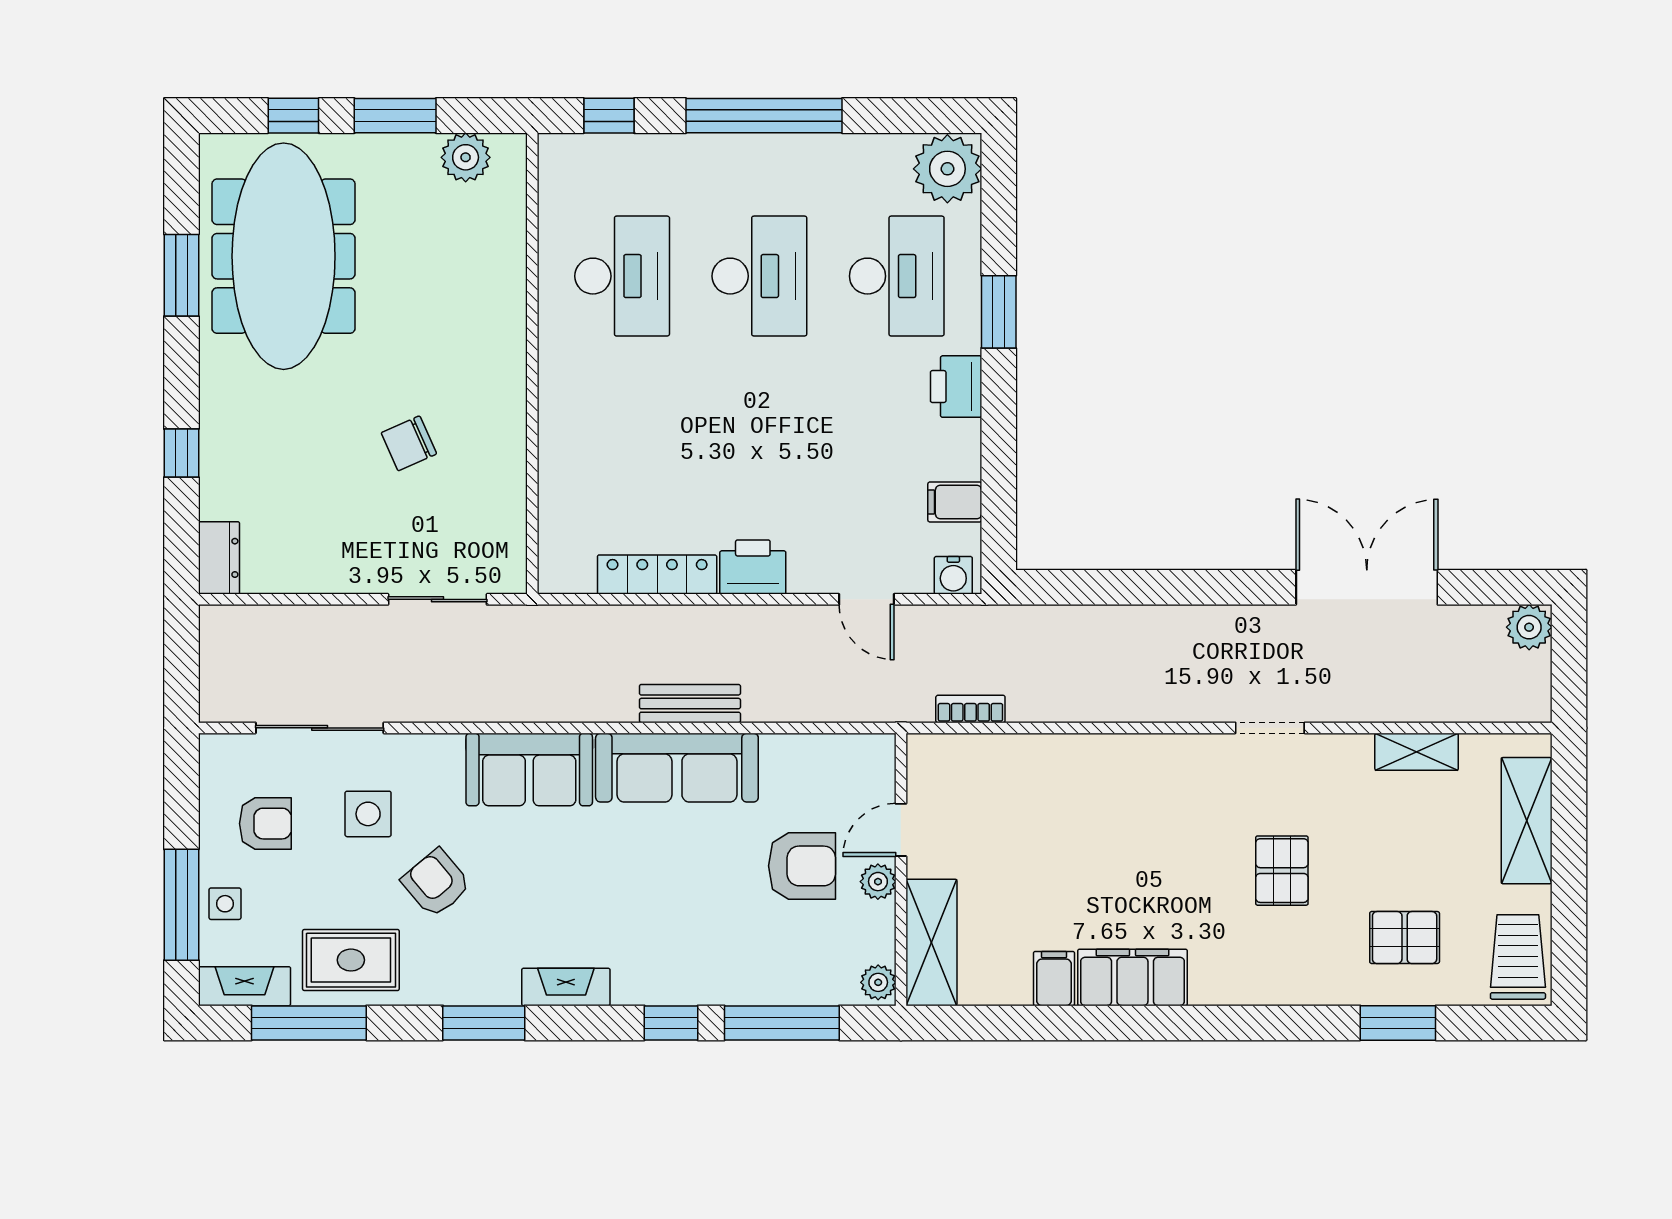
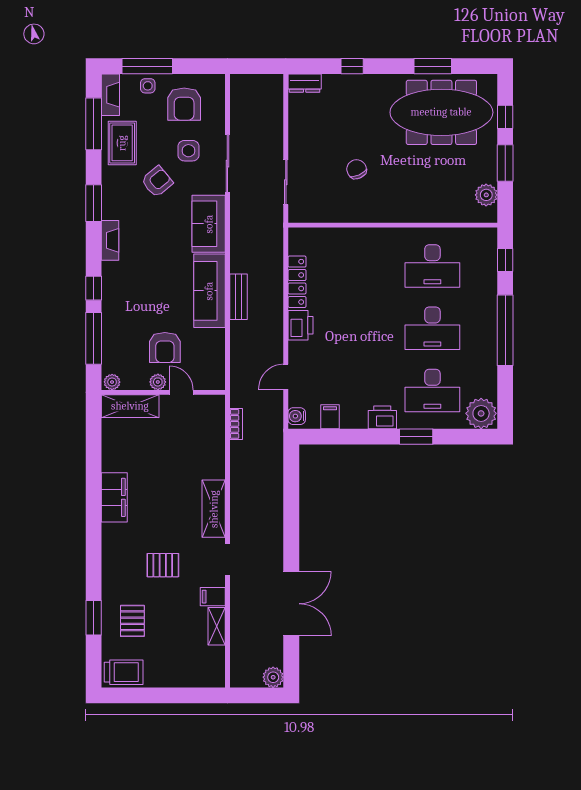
sliding door: (320, 728) -> (227, 164), moved
shelving: (1527, 821) -> (214, 509), moved, turned 90
armchair: (265, 824) -> (184, 104), width x1.38, depth x1.38
filing cabinet: (1054, 979) -> (213, 597), moved, turned 180

